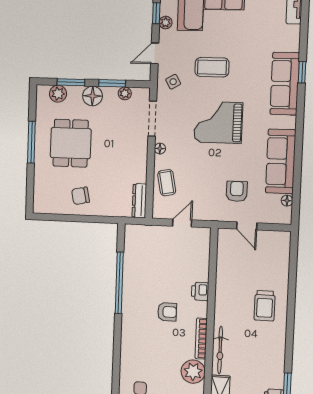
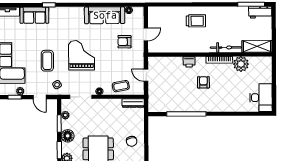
sofa: (285, 84) -> (34, 15), moved, width x0.73
grand piano: (218, 122) -> (82, 55), turned 180

